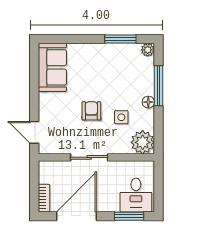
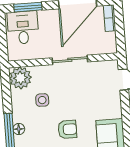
floor lamp: (148, 102) -> (19, 129), moved
armchair: (91, 111) -> (67, 129), moved, turned -90

